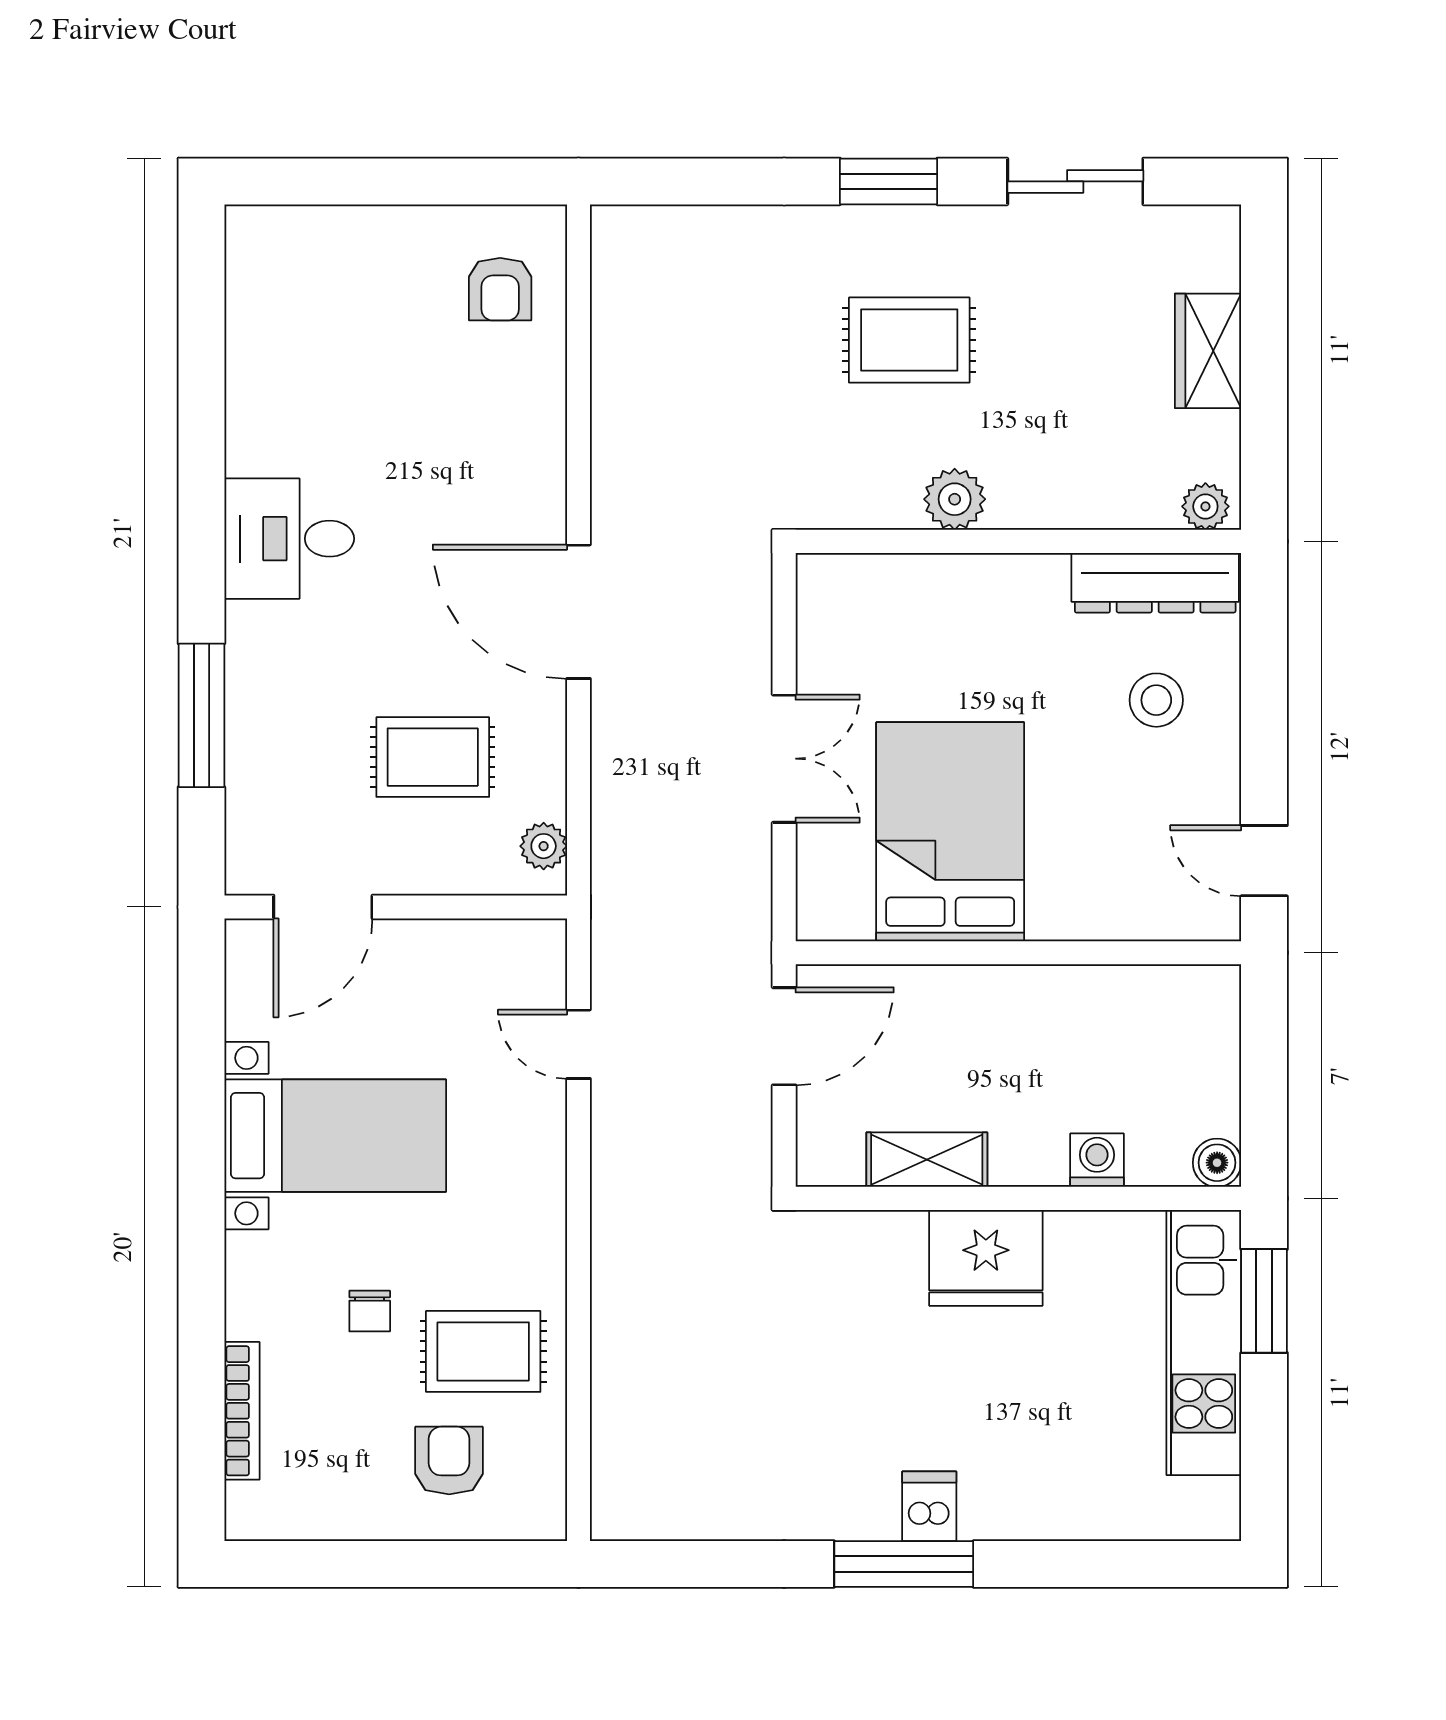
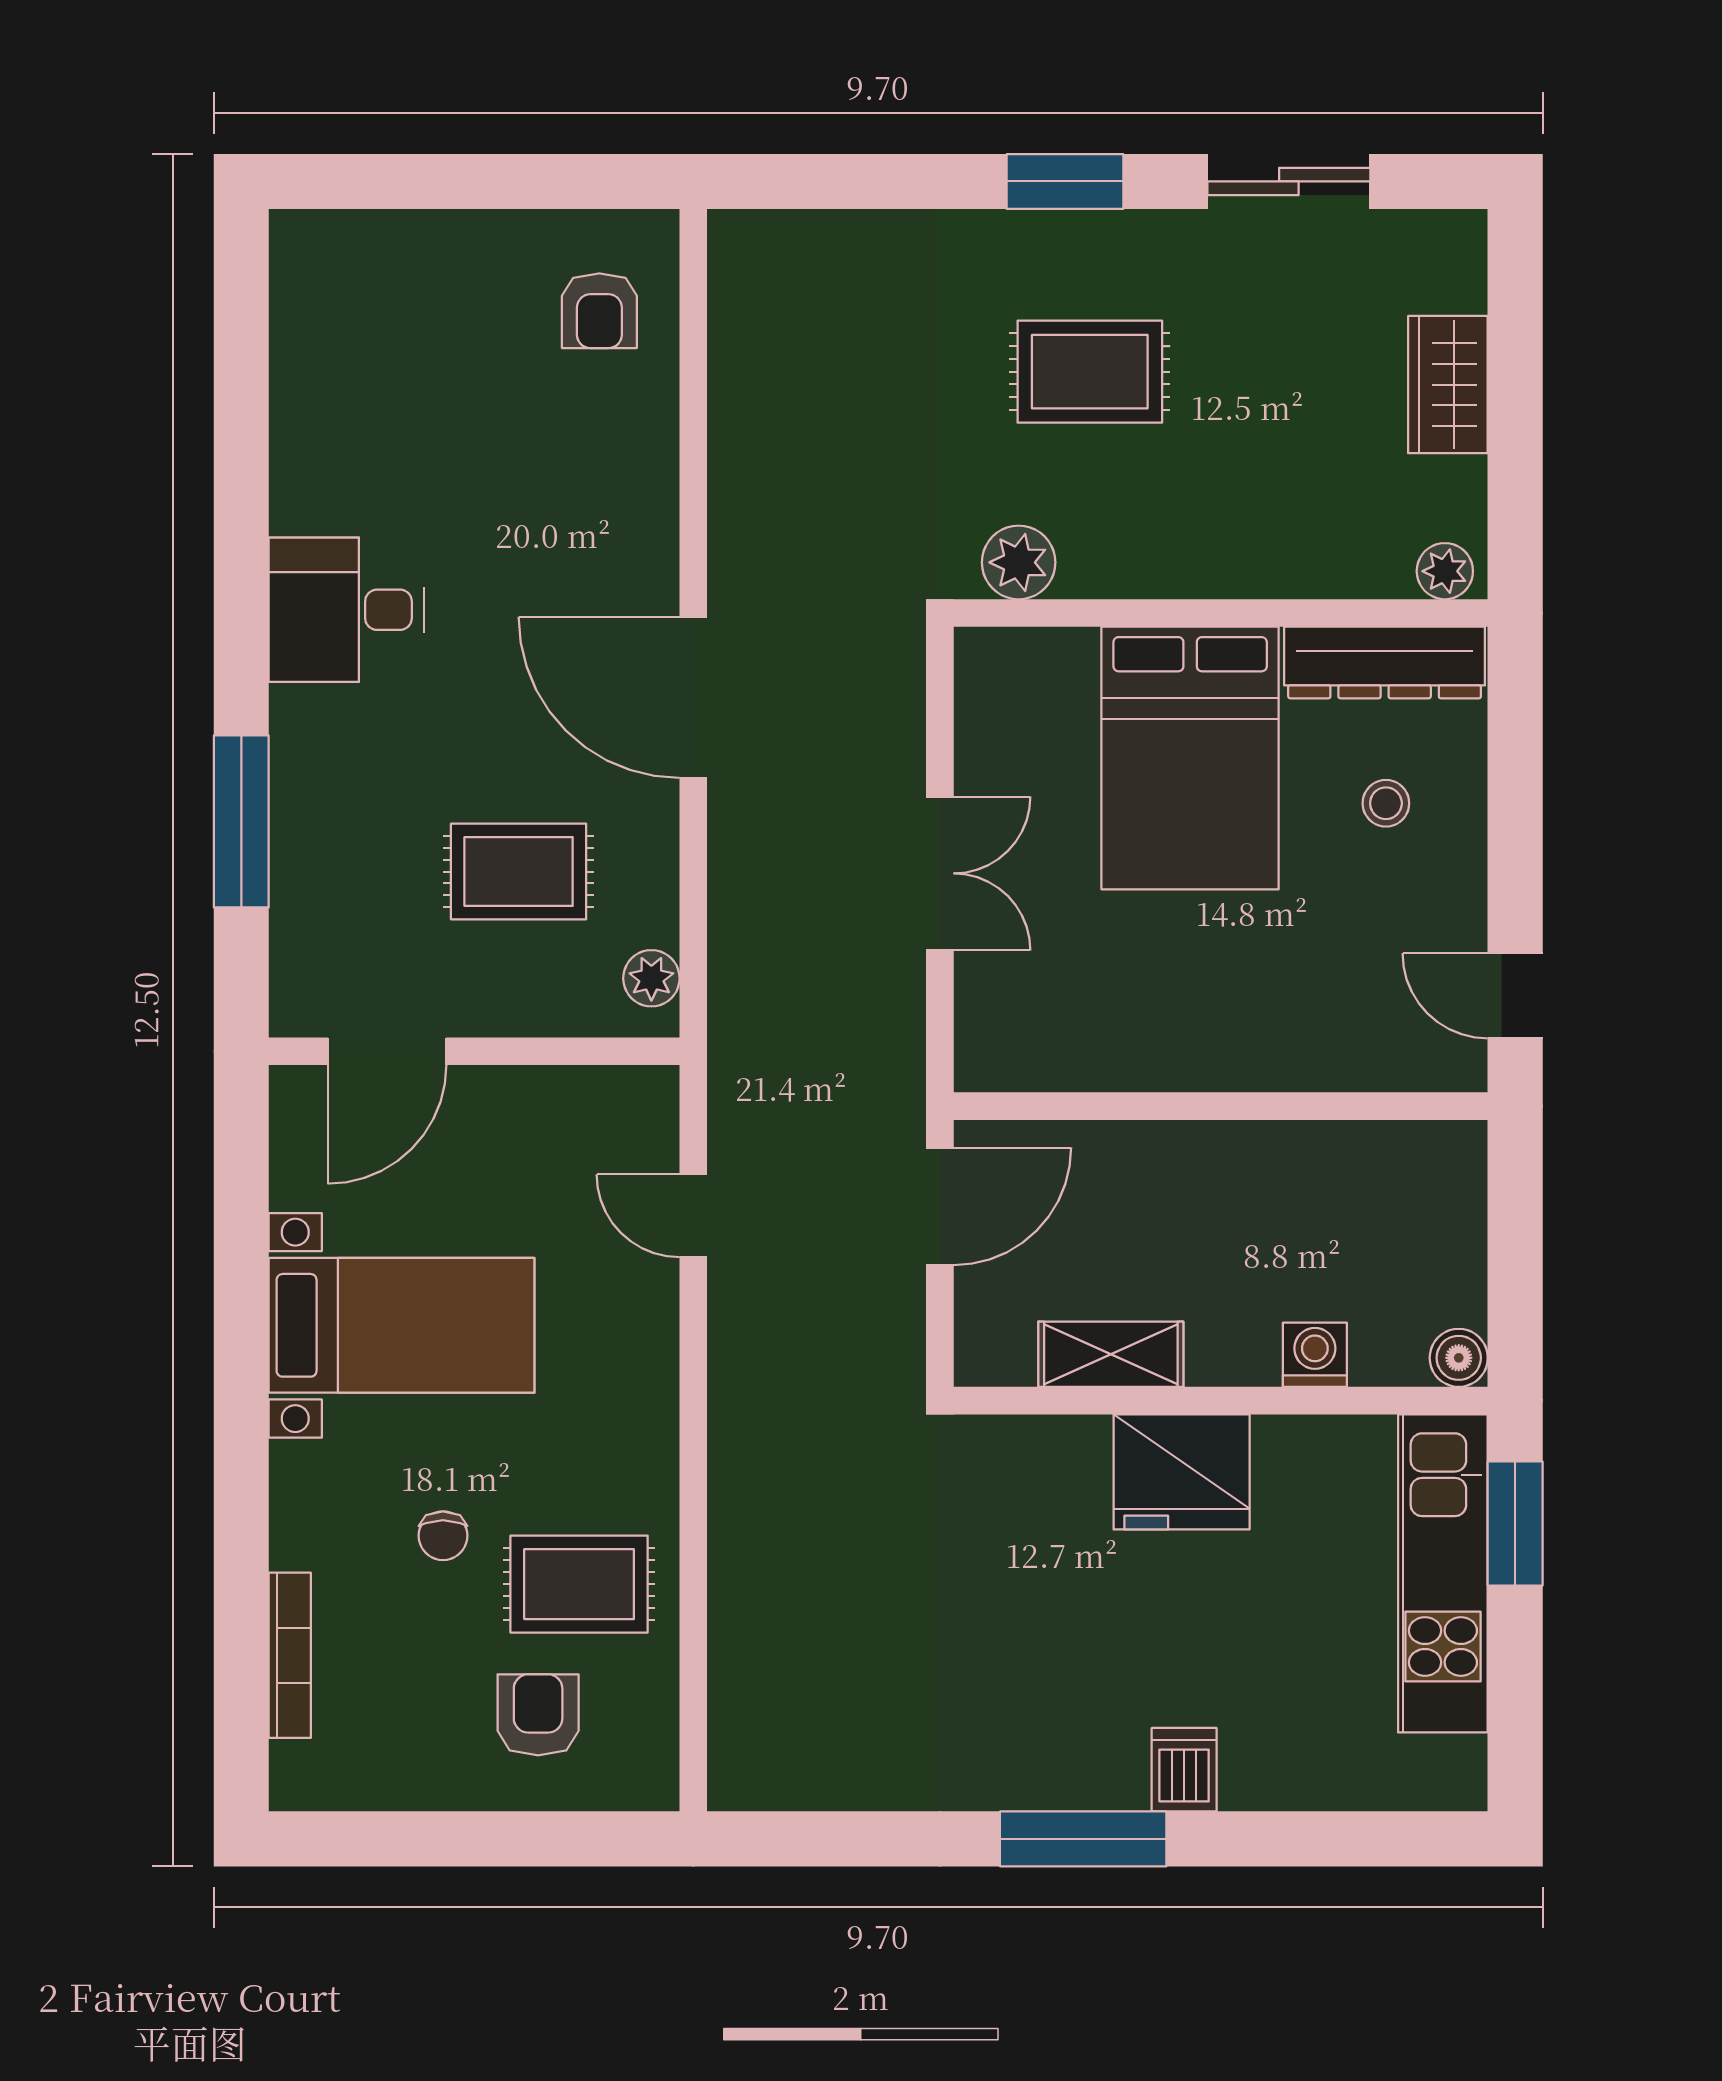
plant: (955, 499) -> (1019, 562), moved
stool: (1156, 700) -> (1386, 803), width x0.73, depth x0.73
bed: (950, 832) -> (1190, 758), moved, turned 180
dishwasher: (929, 1506) -> (1184, 1770), moved

